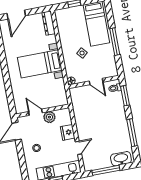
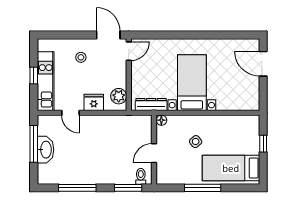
dresser: (49, 23) -> (151, 105), moved
door: (35, 112) -> (129, 51), moved
plant: (49, 117) -> (119, 96), moved
washbasin: (121, 159) -> (45, 150), moved

